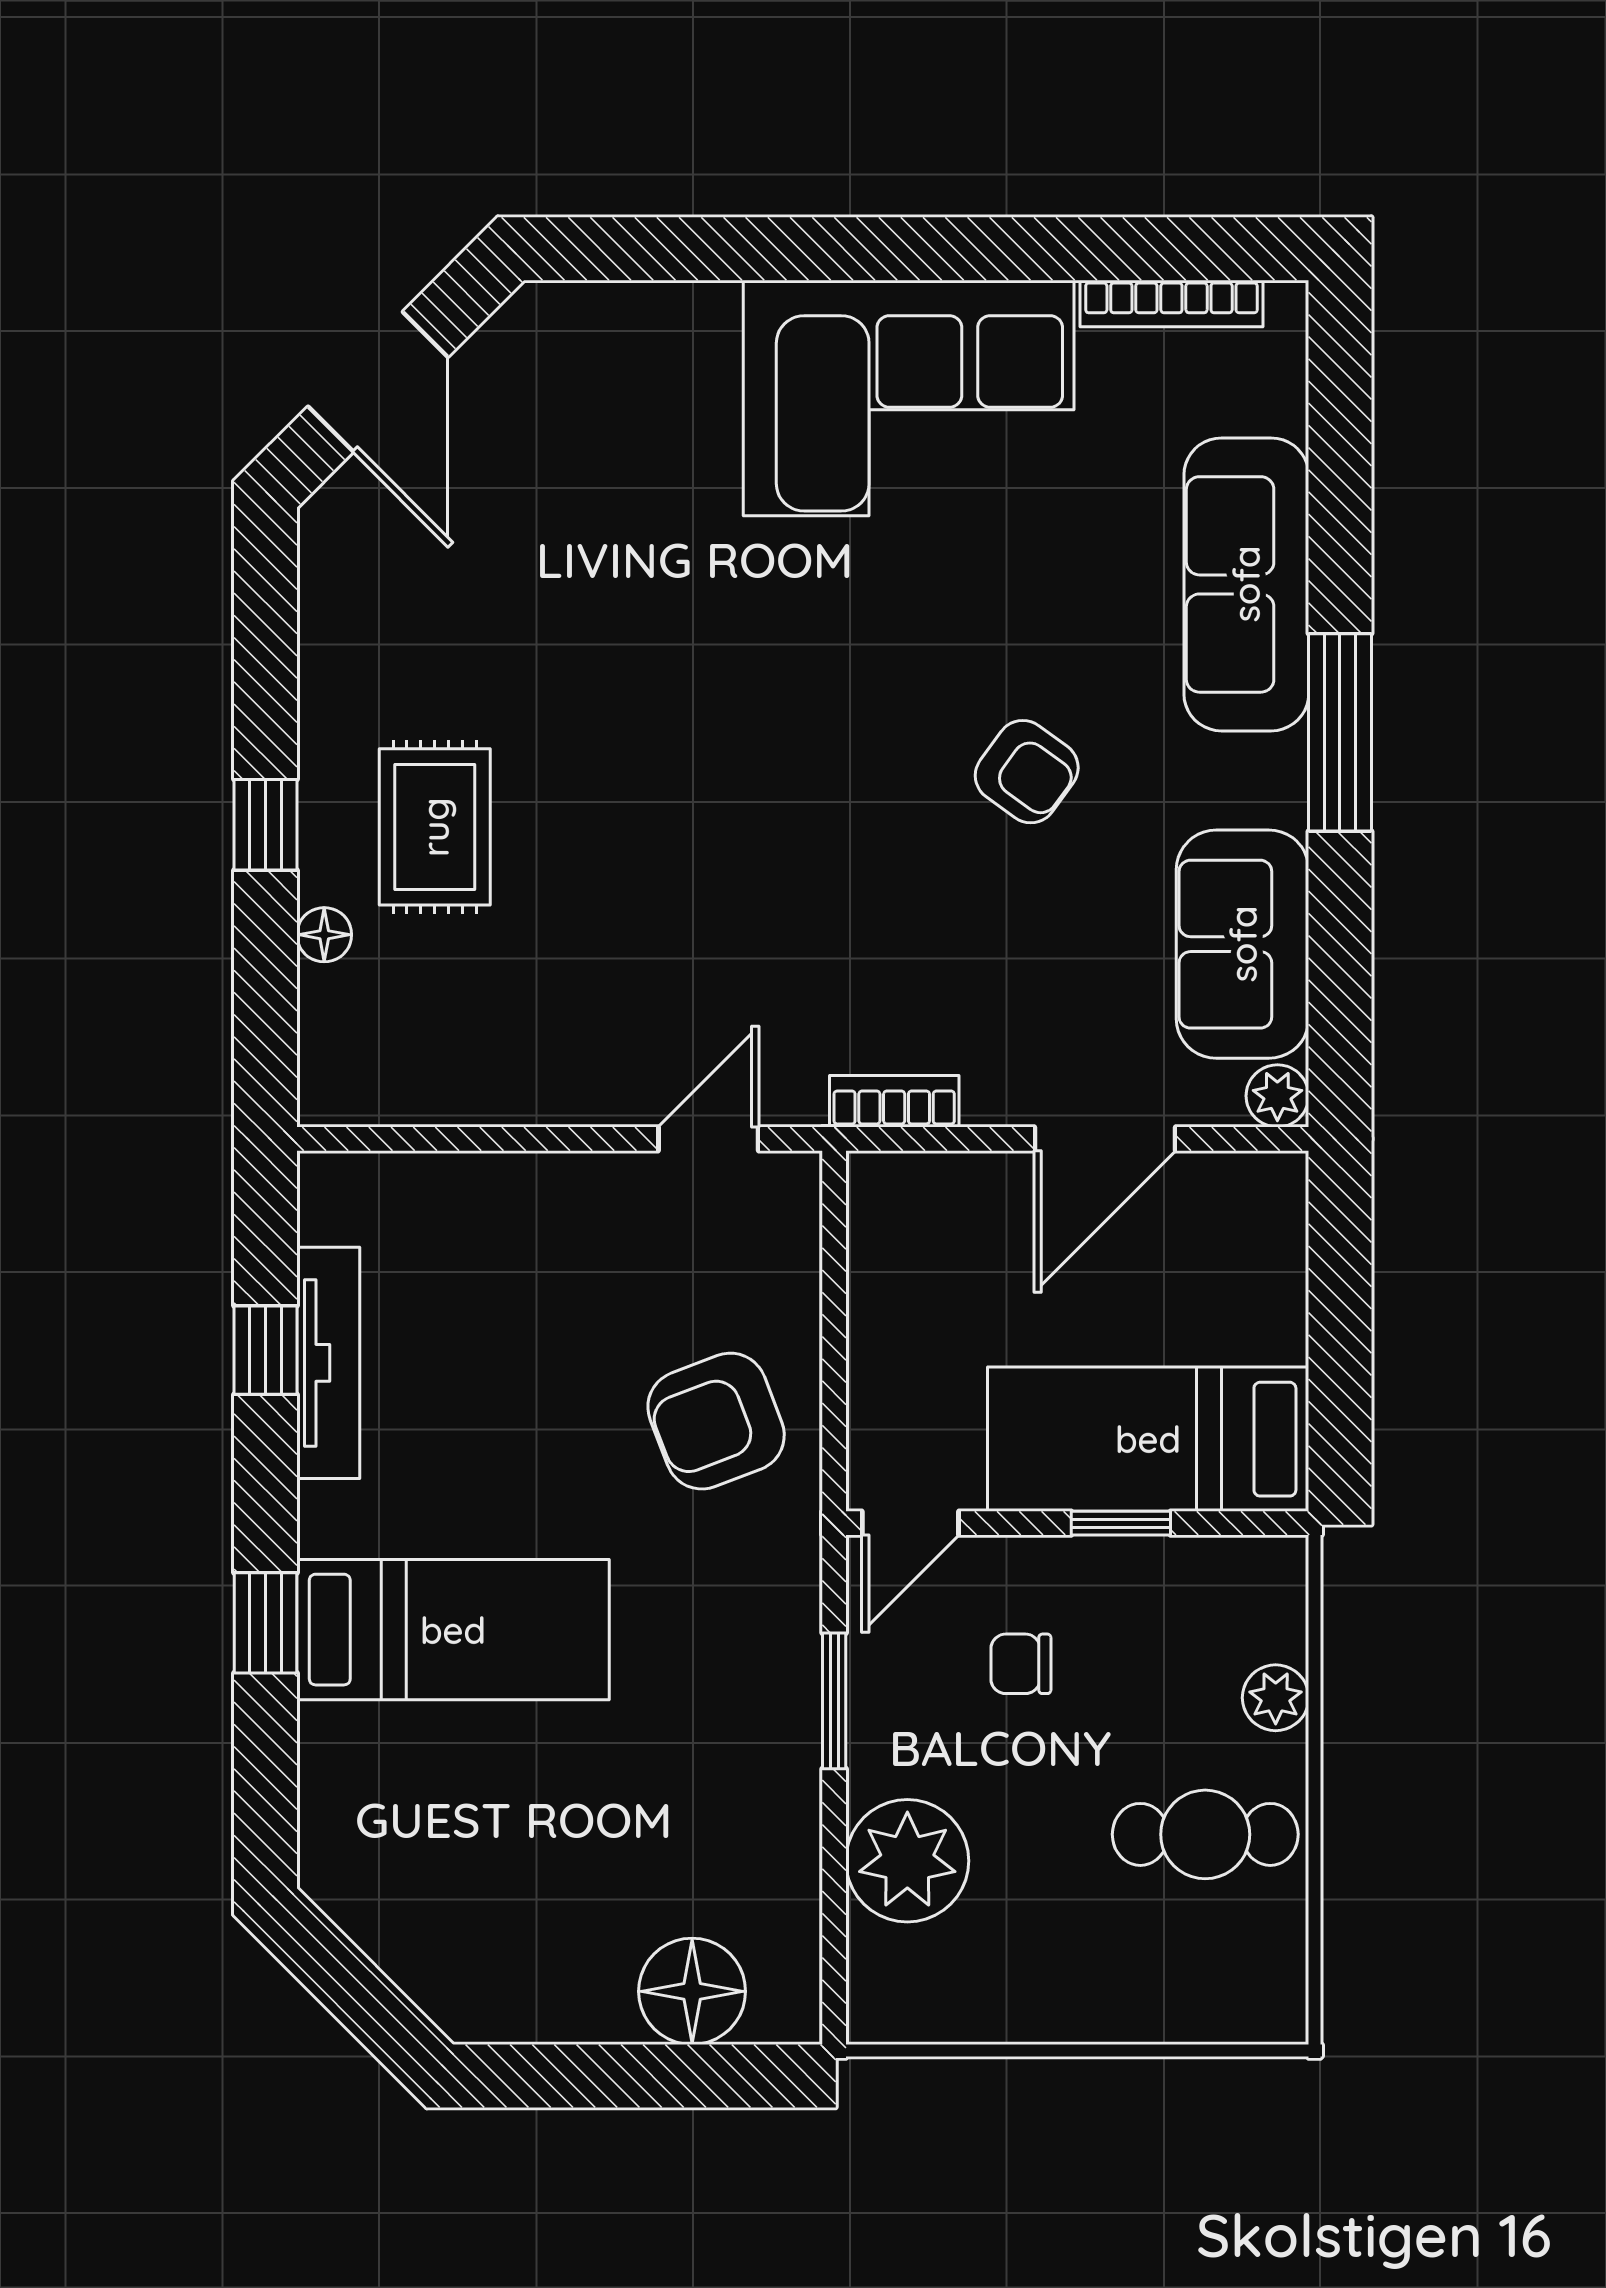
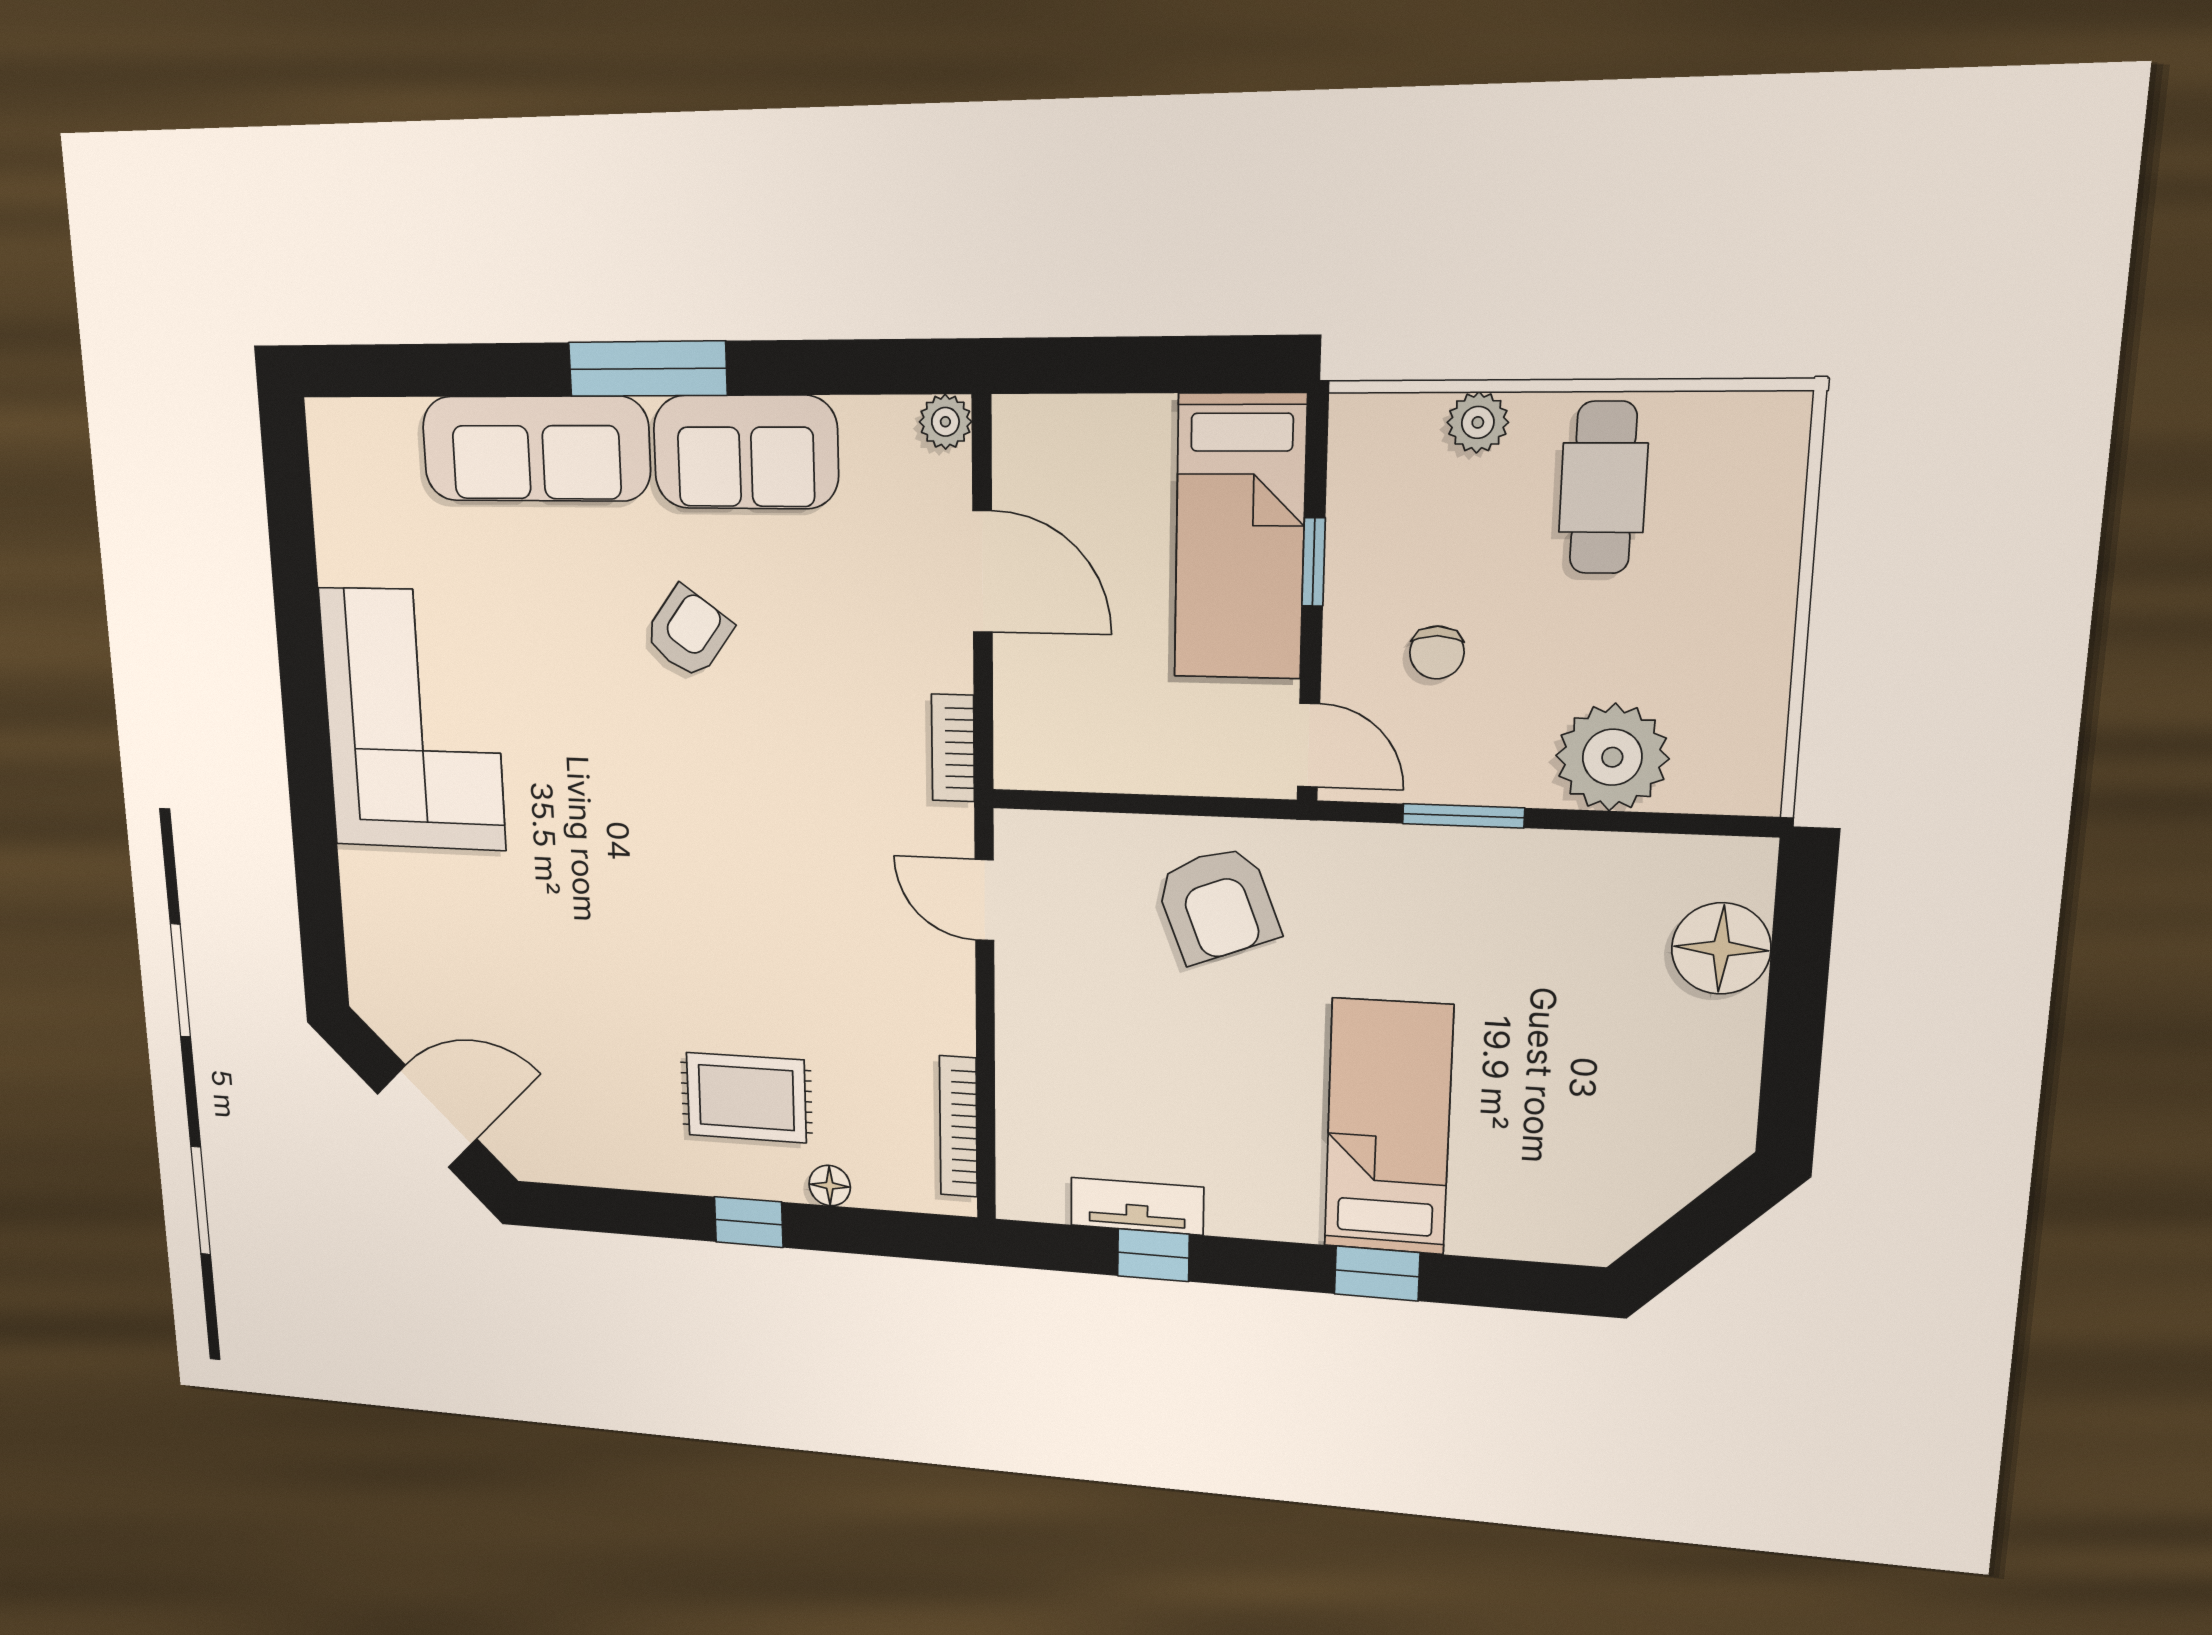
bookcase: (1171, 304) -> (958, 1127), moved, turned 180
sofa: (1243, 944) -> (746, 452), moved
tv unit: (328, 1363) -> (1137, 1206), width x0.71

